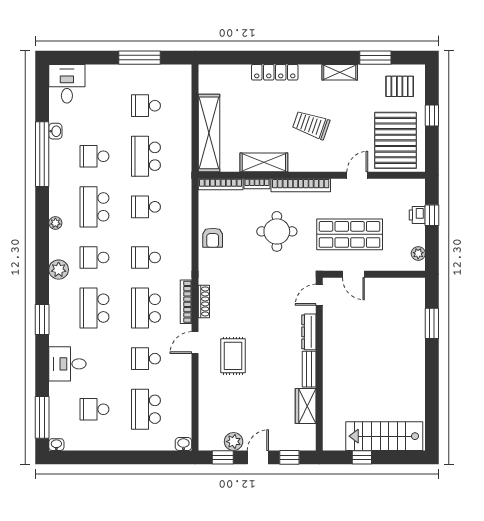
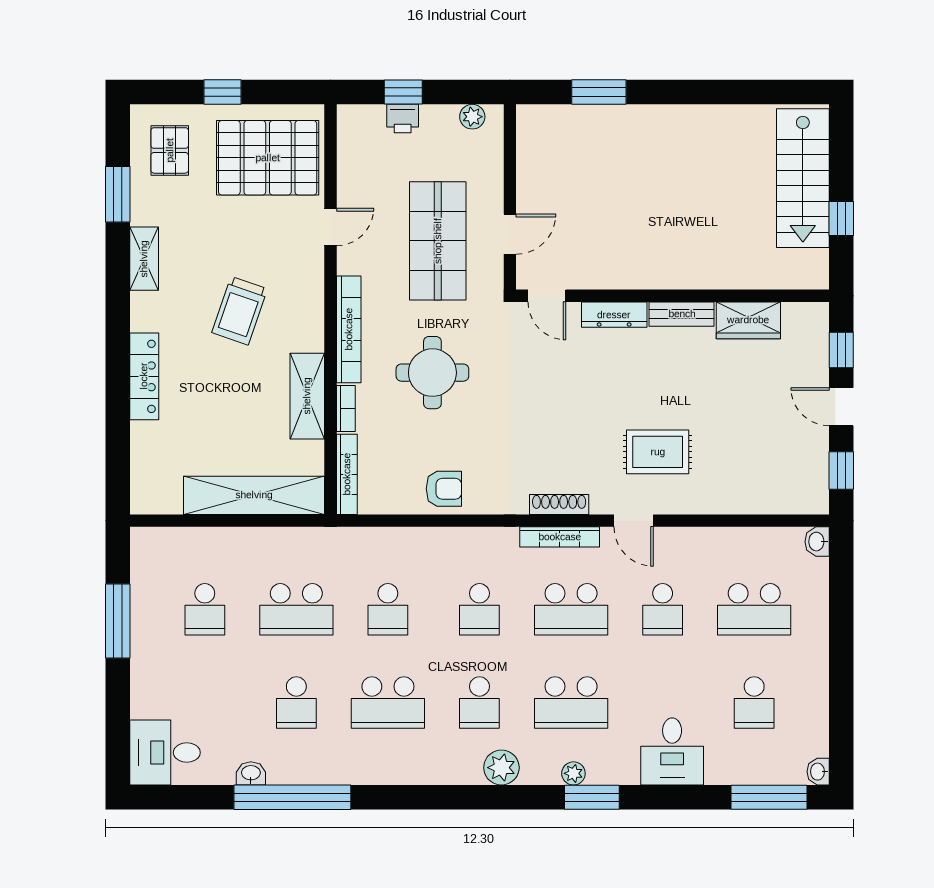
door: (357, 175) -> (331, 227), swing flipped
plant: (55, 223) -> (573, 773), moved
plant: (234, 442) -> (813, 451), removed

